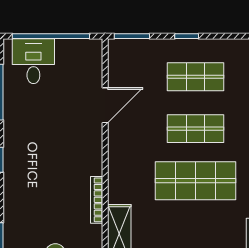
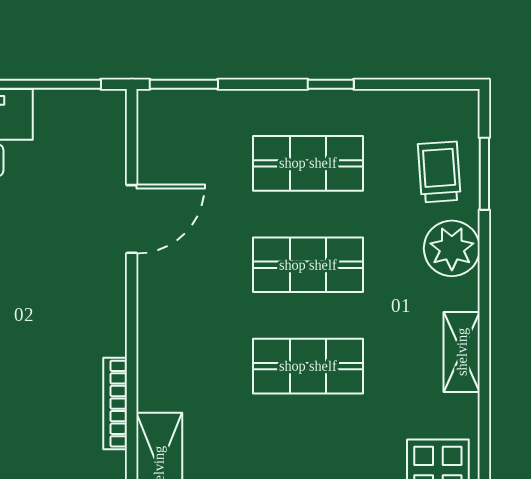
window: (187, 36) -> (331, 84), moved
shop shelf: (196, 181) -> (308, 366), width x0.70, depth x0.74

